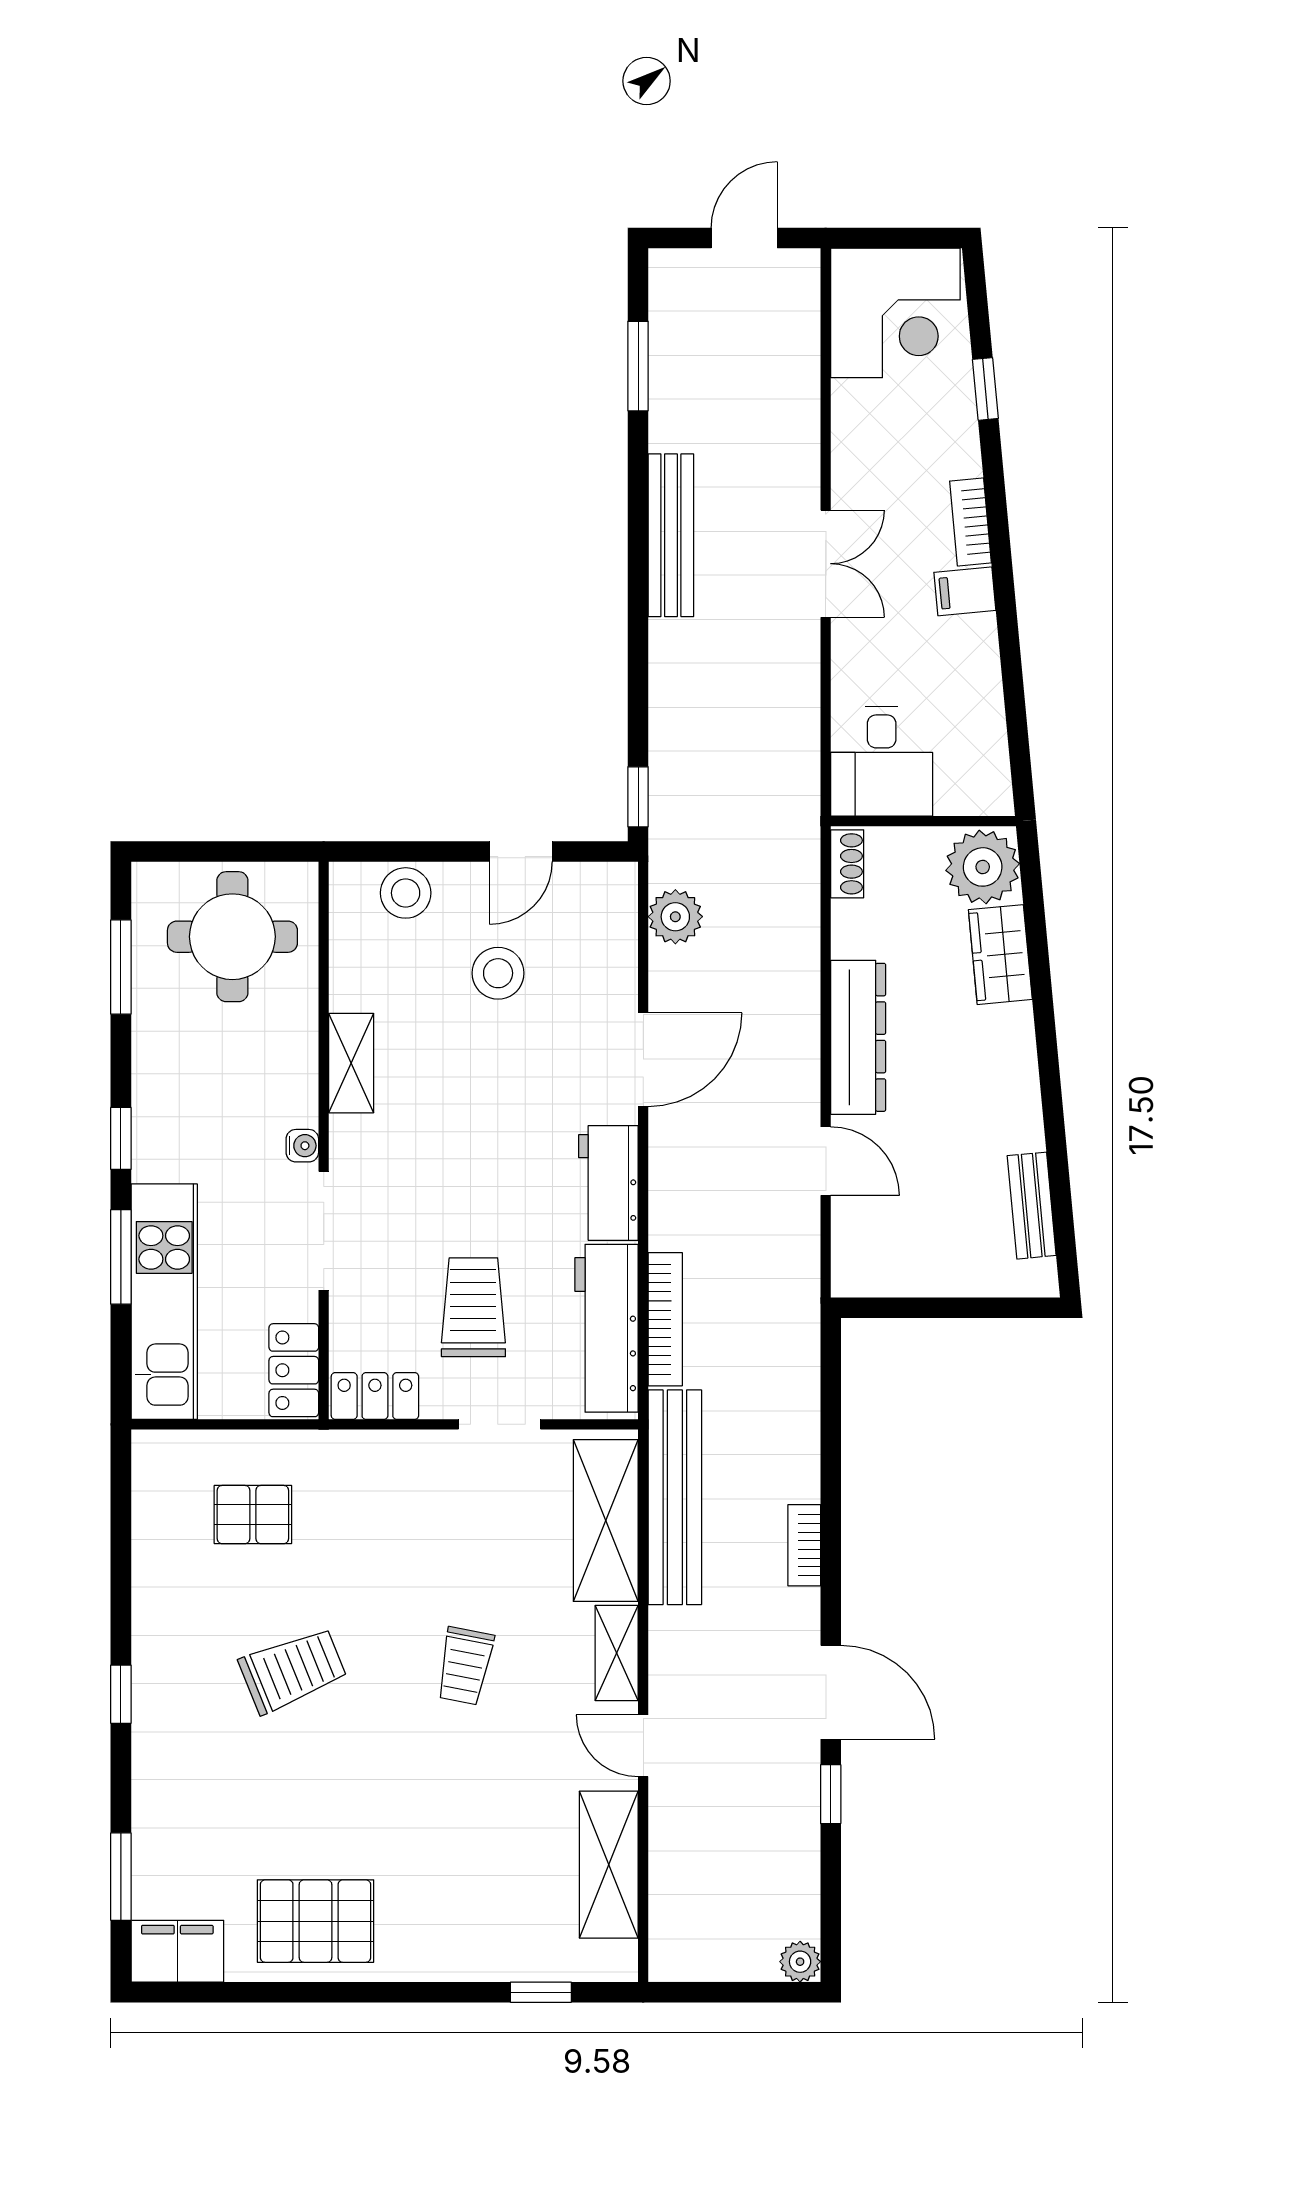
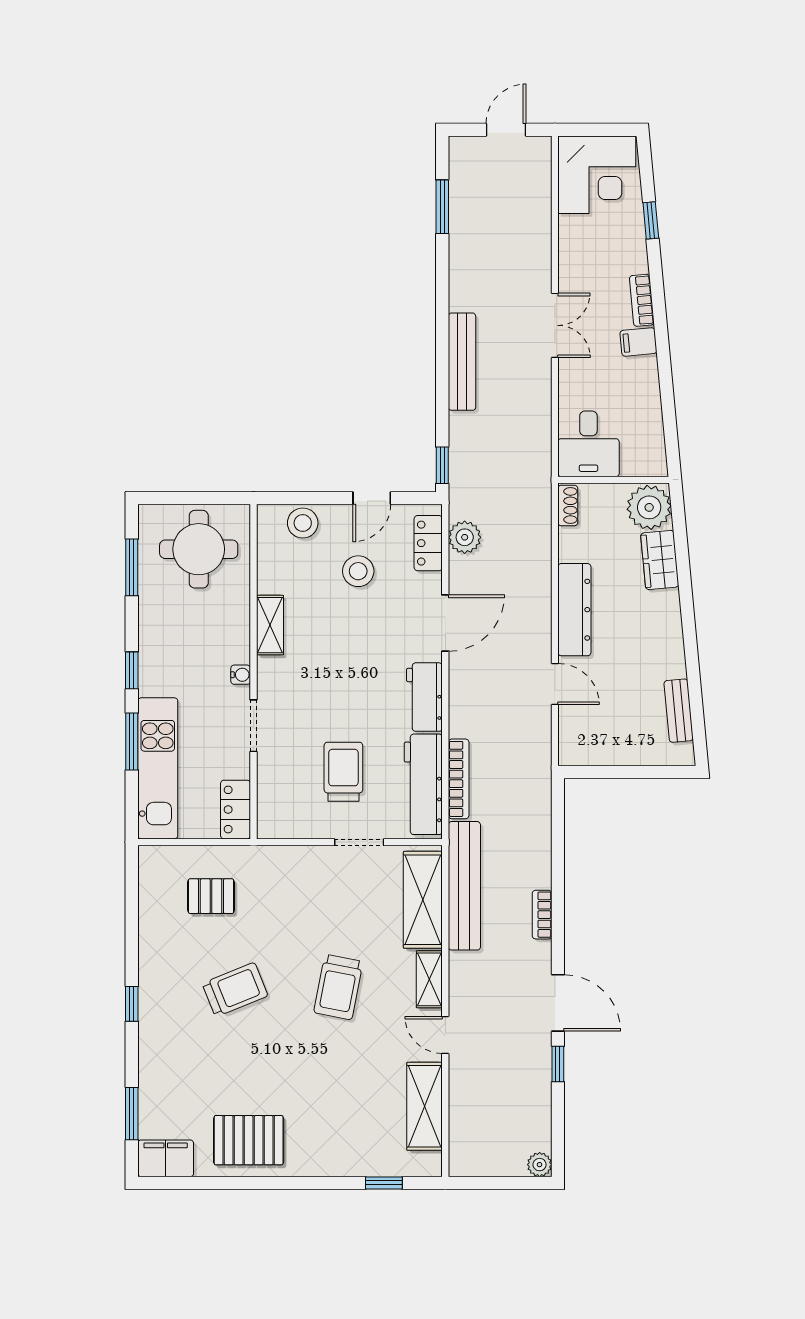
bench: (671, 535) -> (462, 362), moved
doorway: (324, 1231) -> (254, 726), width x0.73
locker: (375, 1396) -> (428, 543), moved, turned -90
trolley: (465, 1666) -> (338, 987), width x1.36, depth x1.39

